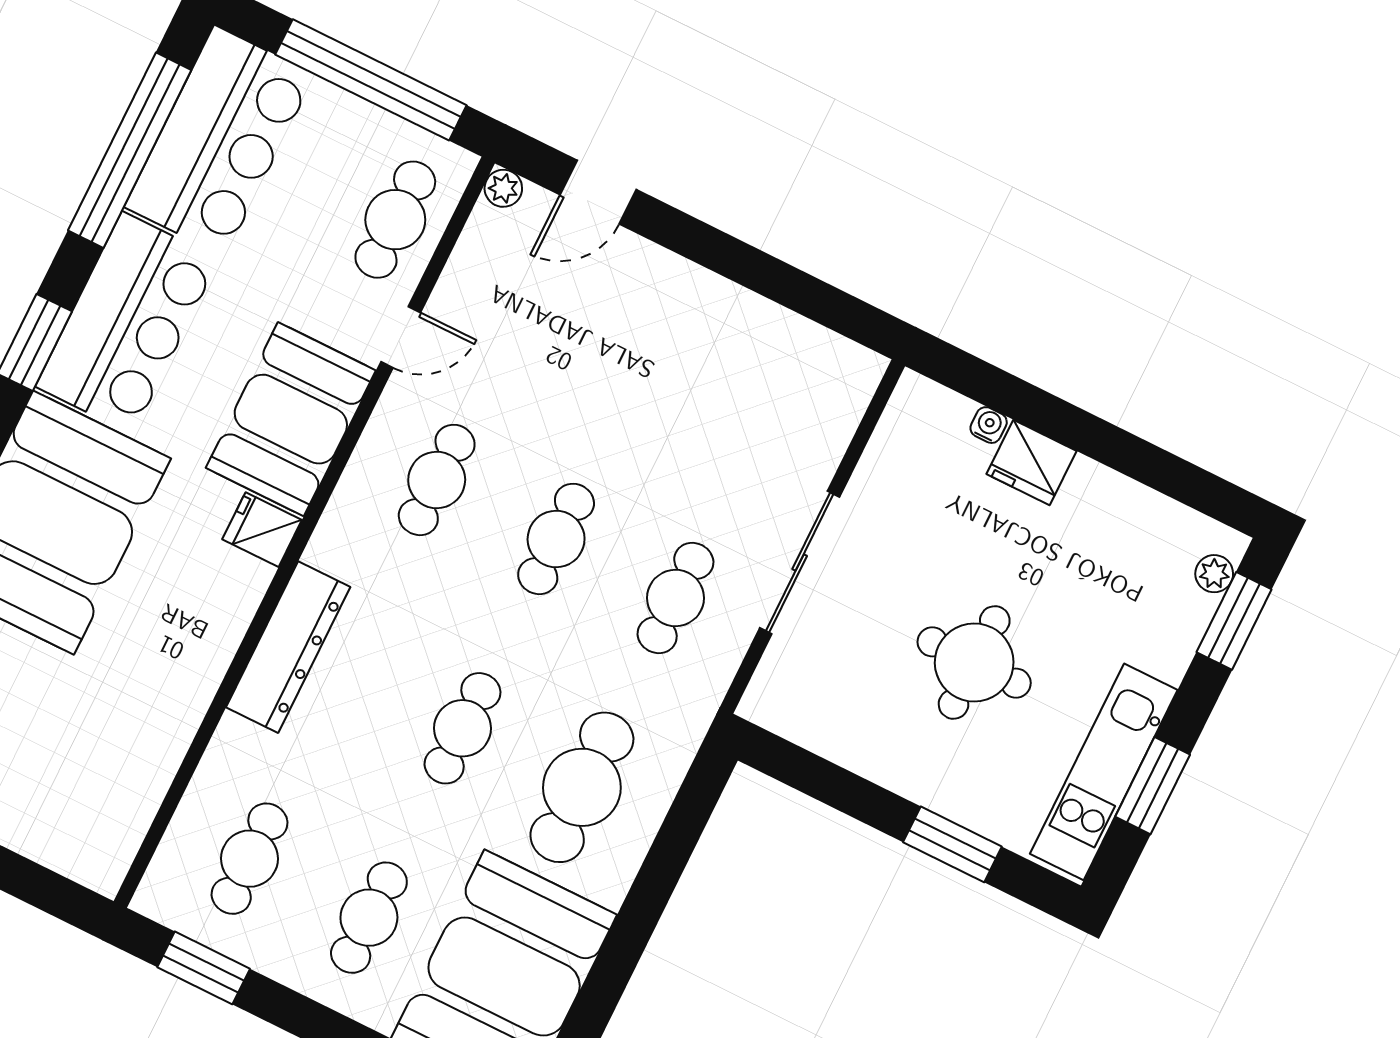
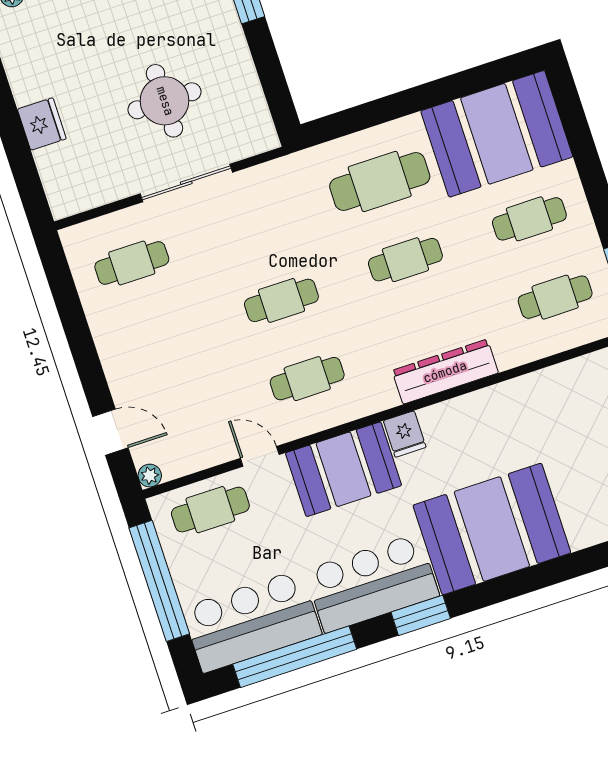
water cooler: (989, 425) -> (44, 159), removed
cafe table: (675, 598) -> (132, 263), moved
round table: (974, 662) -> (165, 101), moved

